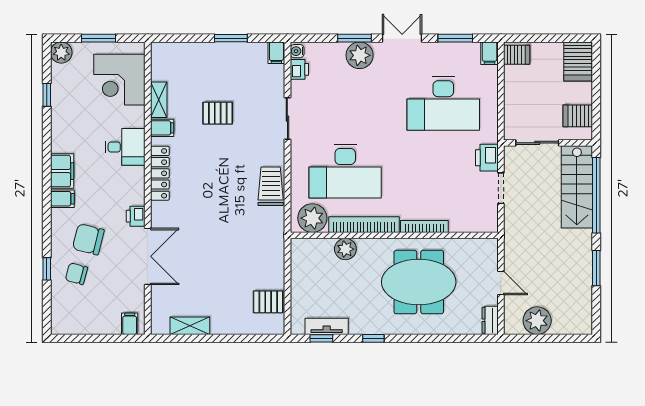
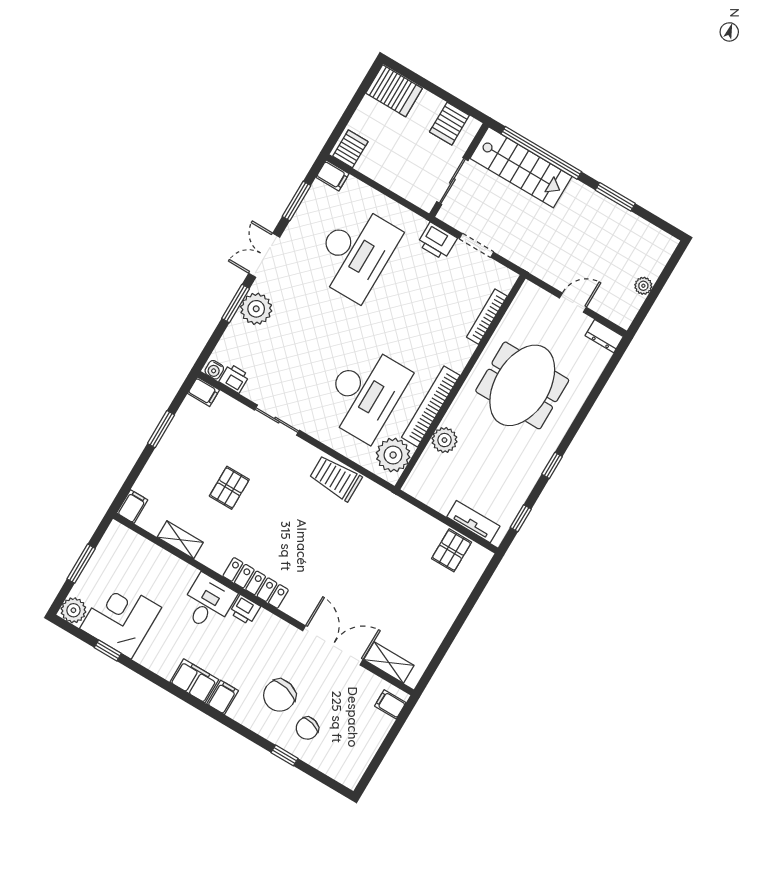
corner desk: (119, 80) -> (121, 618), moved, turned 180
filing cabinet: (162, 128) -> (132, 506), moved
printer: (136, 216) -> (245, 610), moved
bookcase: (424, 226) -> (487, 317), moved
plant: (537, 321) -> (643, 286), width x0.53, depth x0.53
shelving: (190, 326) -> (389, 663), moved, turned 90
tv unit: (327, 326) -> (473, 522), moved, turned 90

